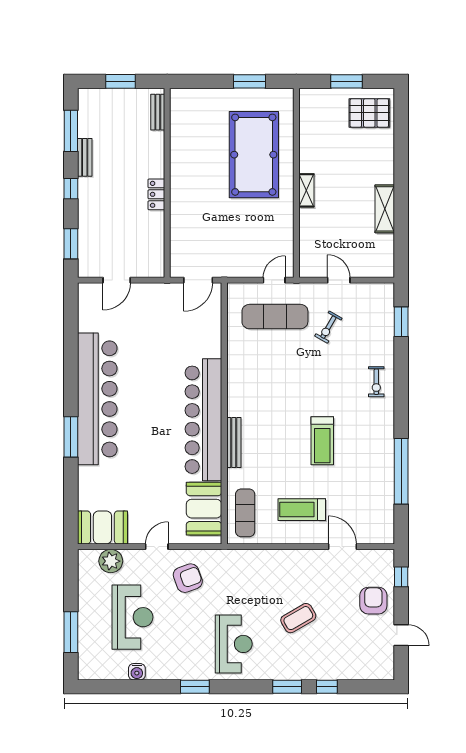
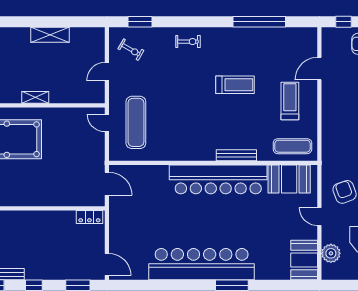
locker: (156, 194) -> (89, 217), moved
door: (117, 280) -> (107, 264), moved
exercise bike: (328, 327) -> (131, 50), moved
treadmill: (302, 510) -> (290, 101), turned 180

